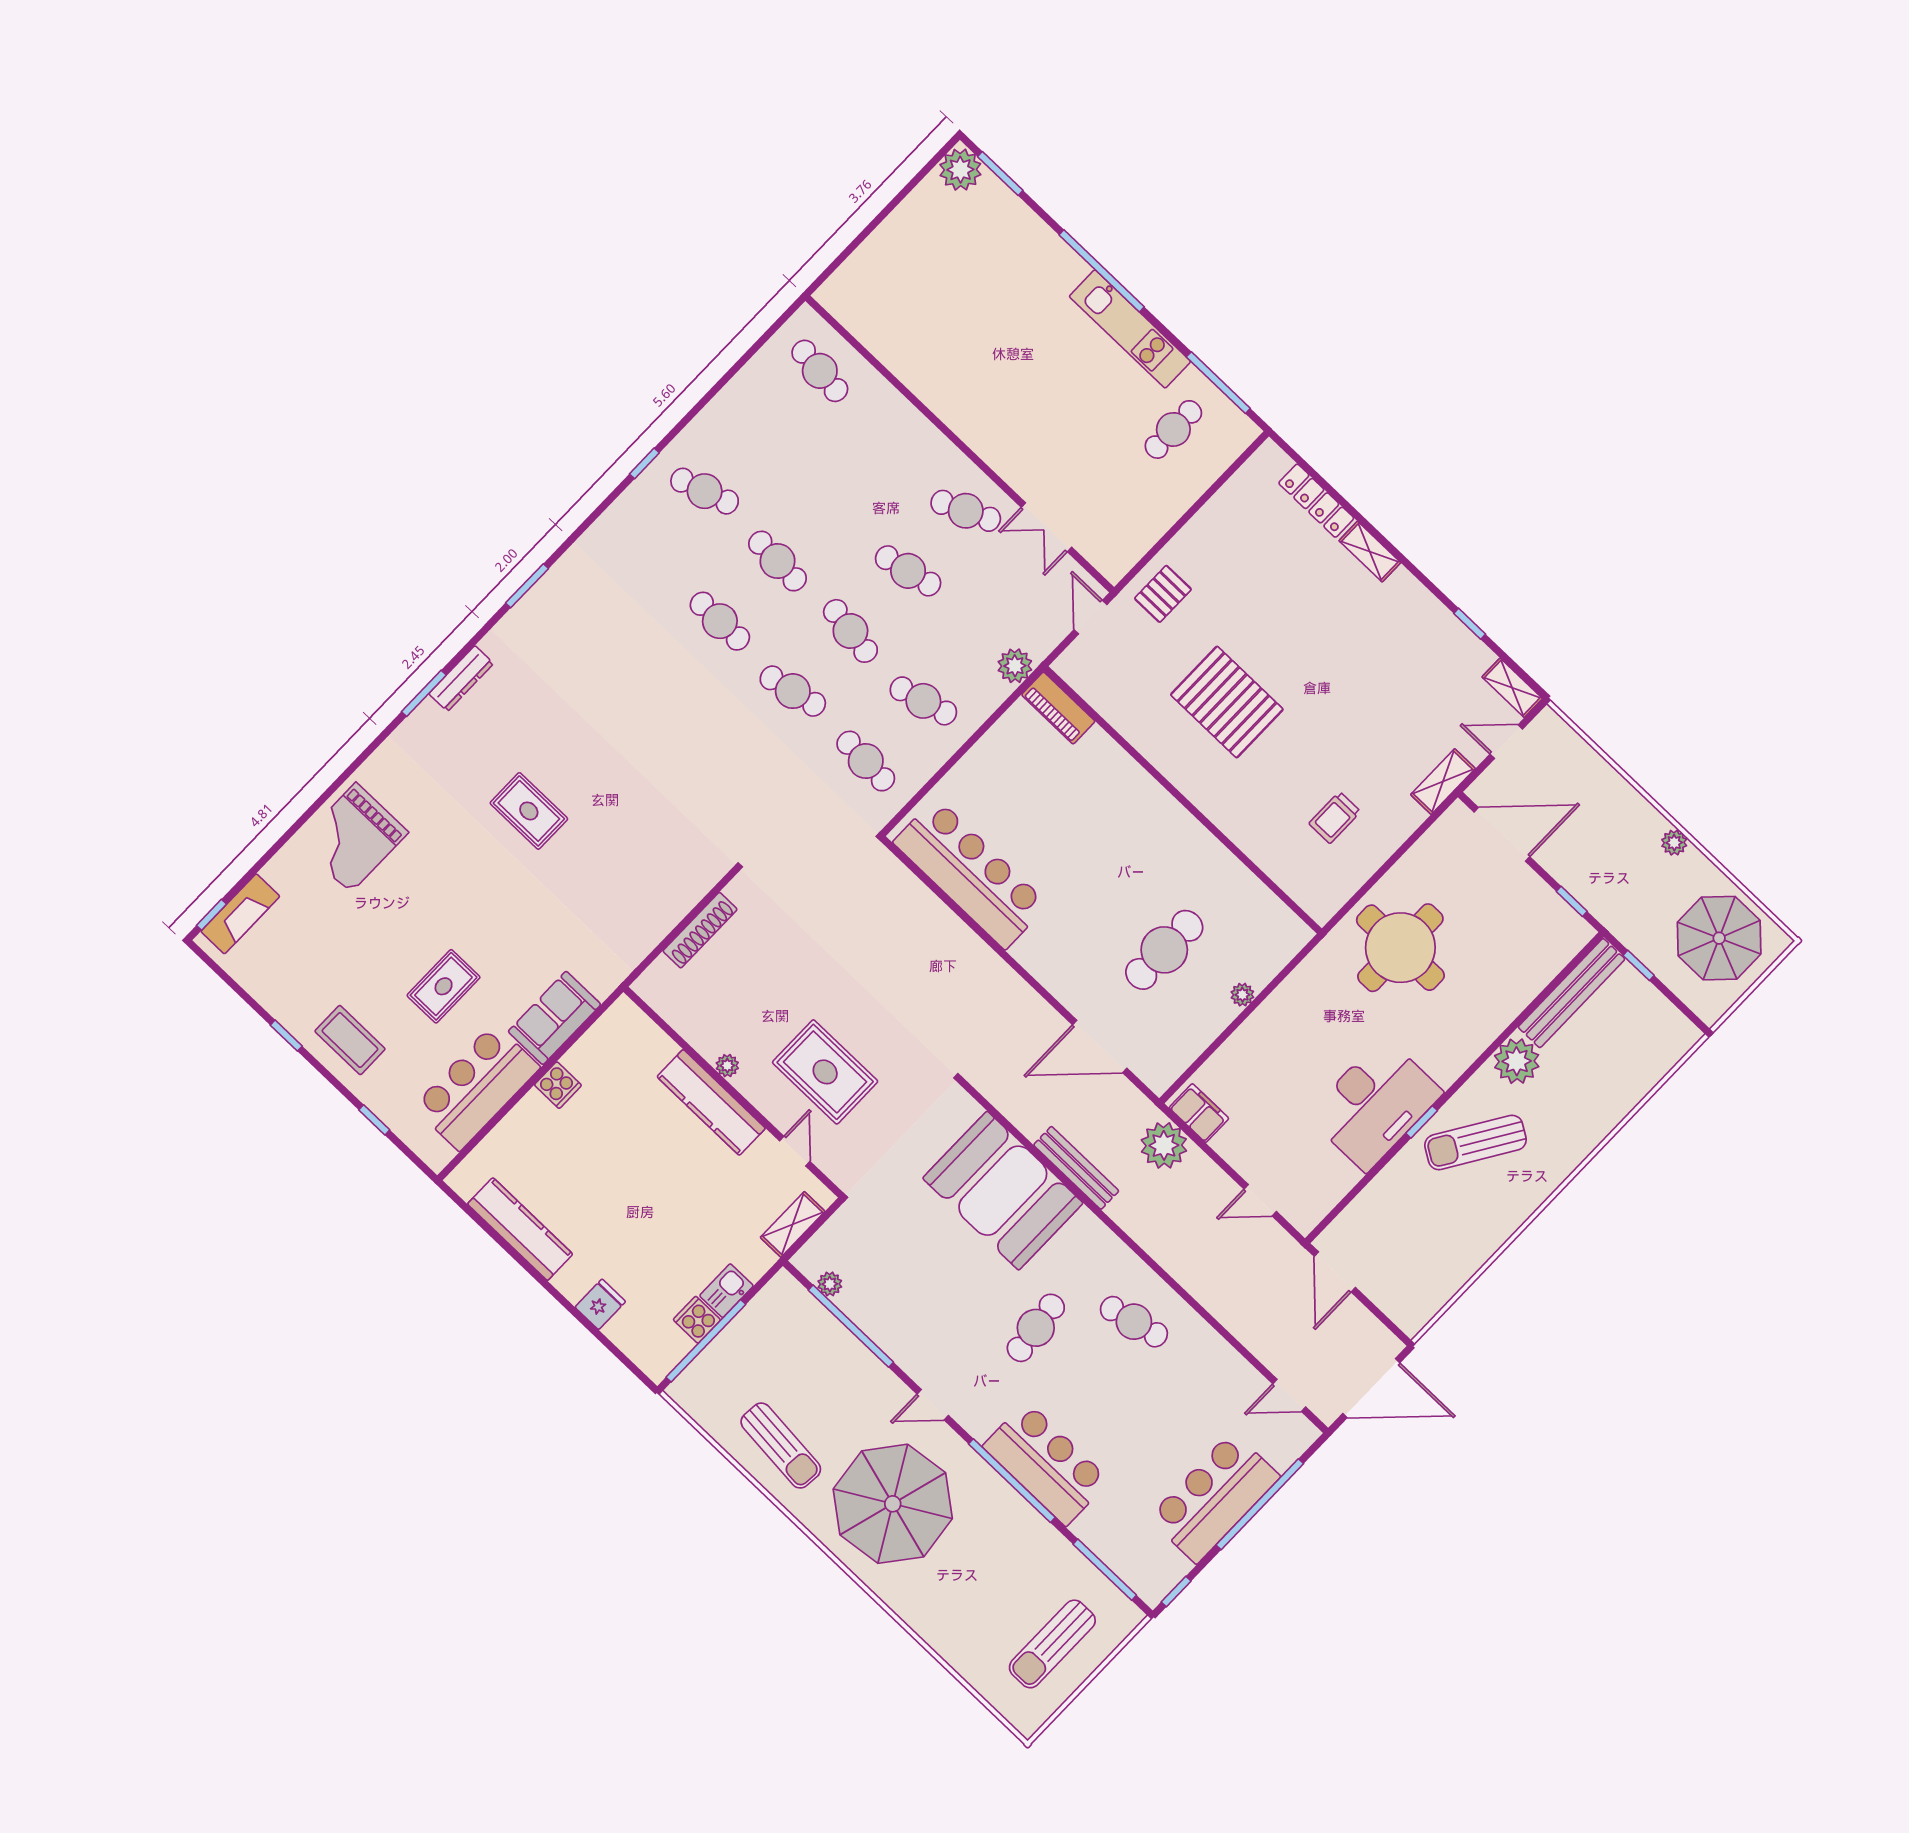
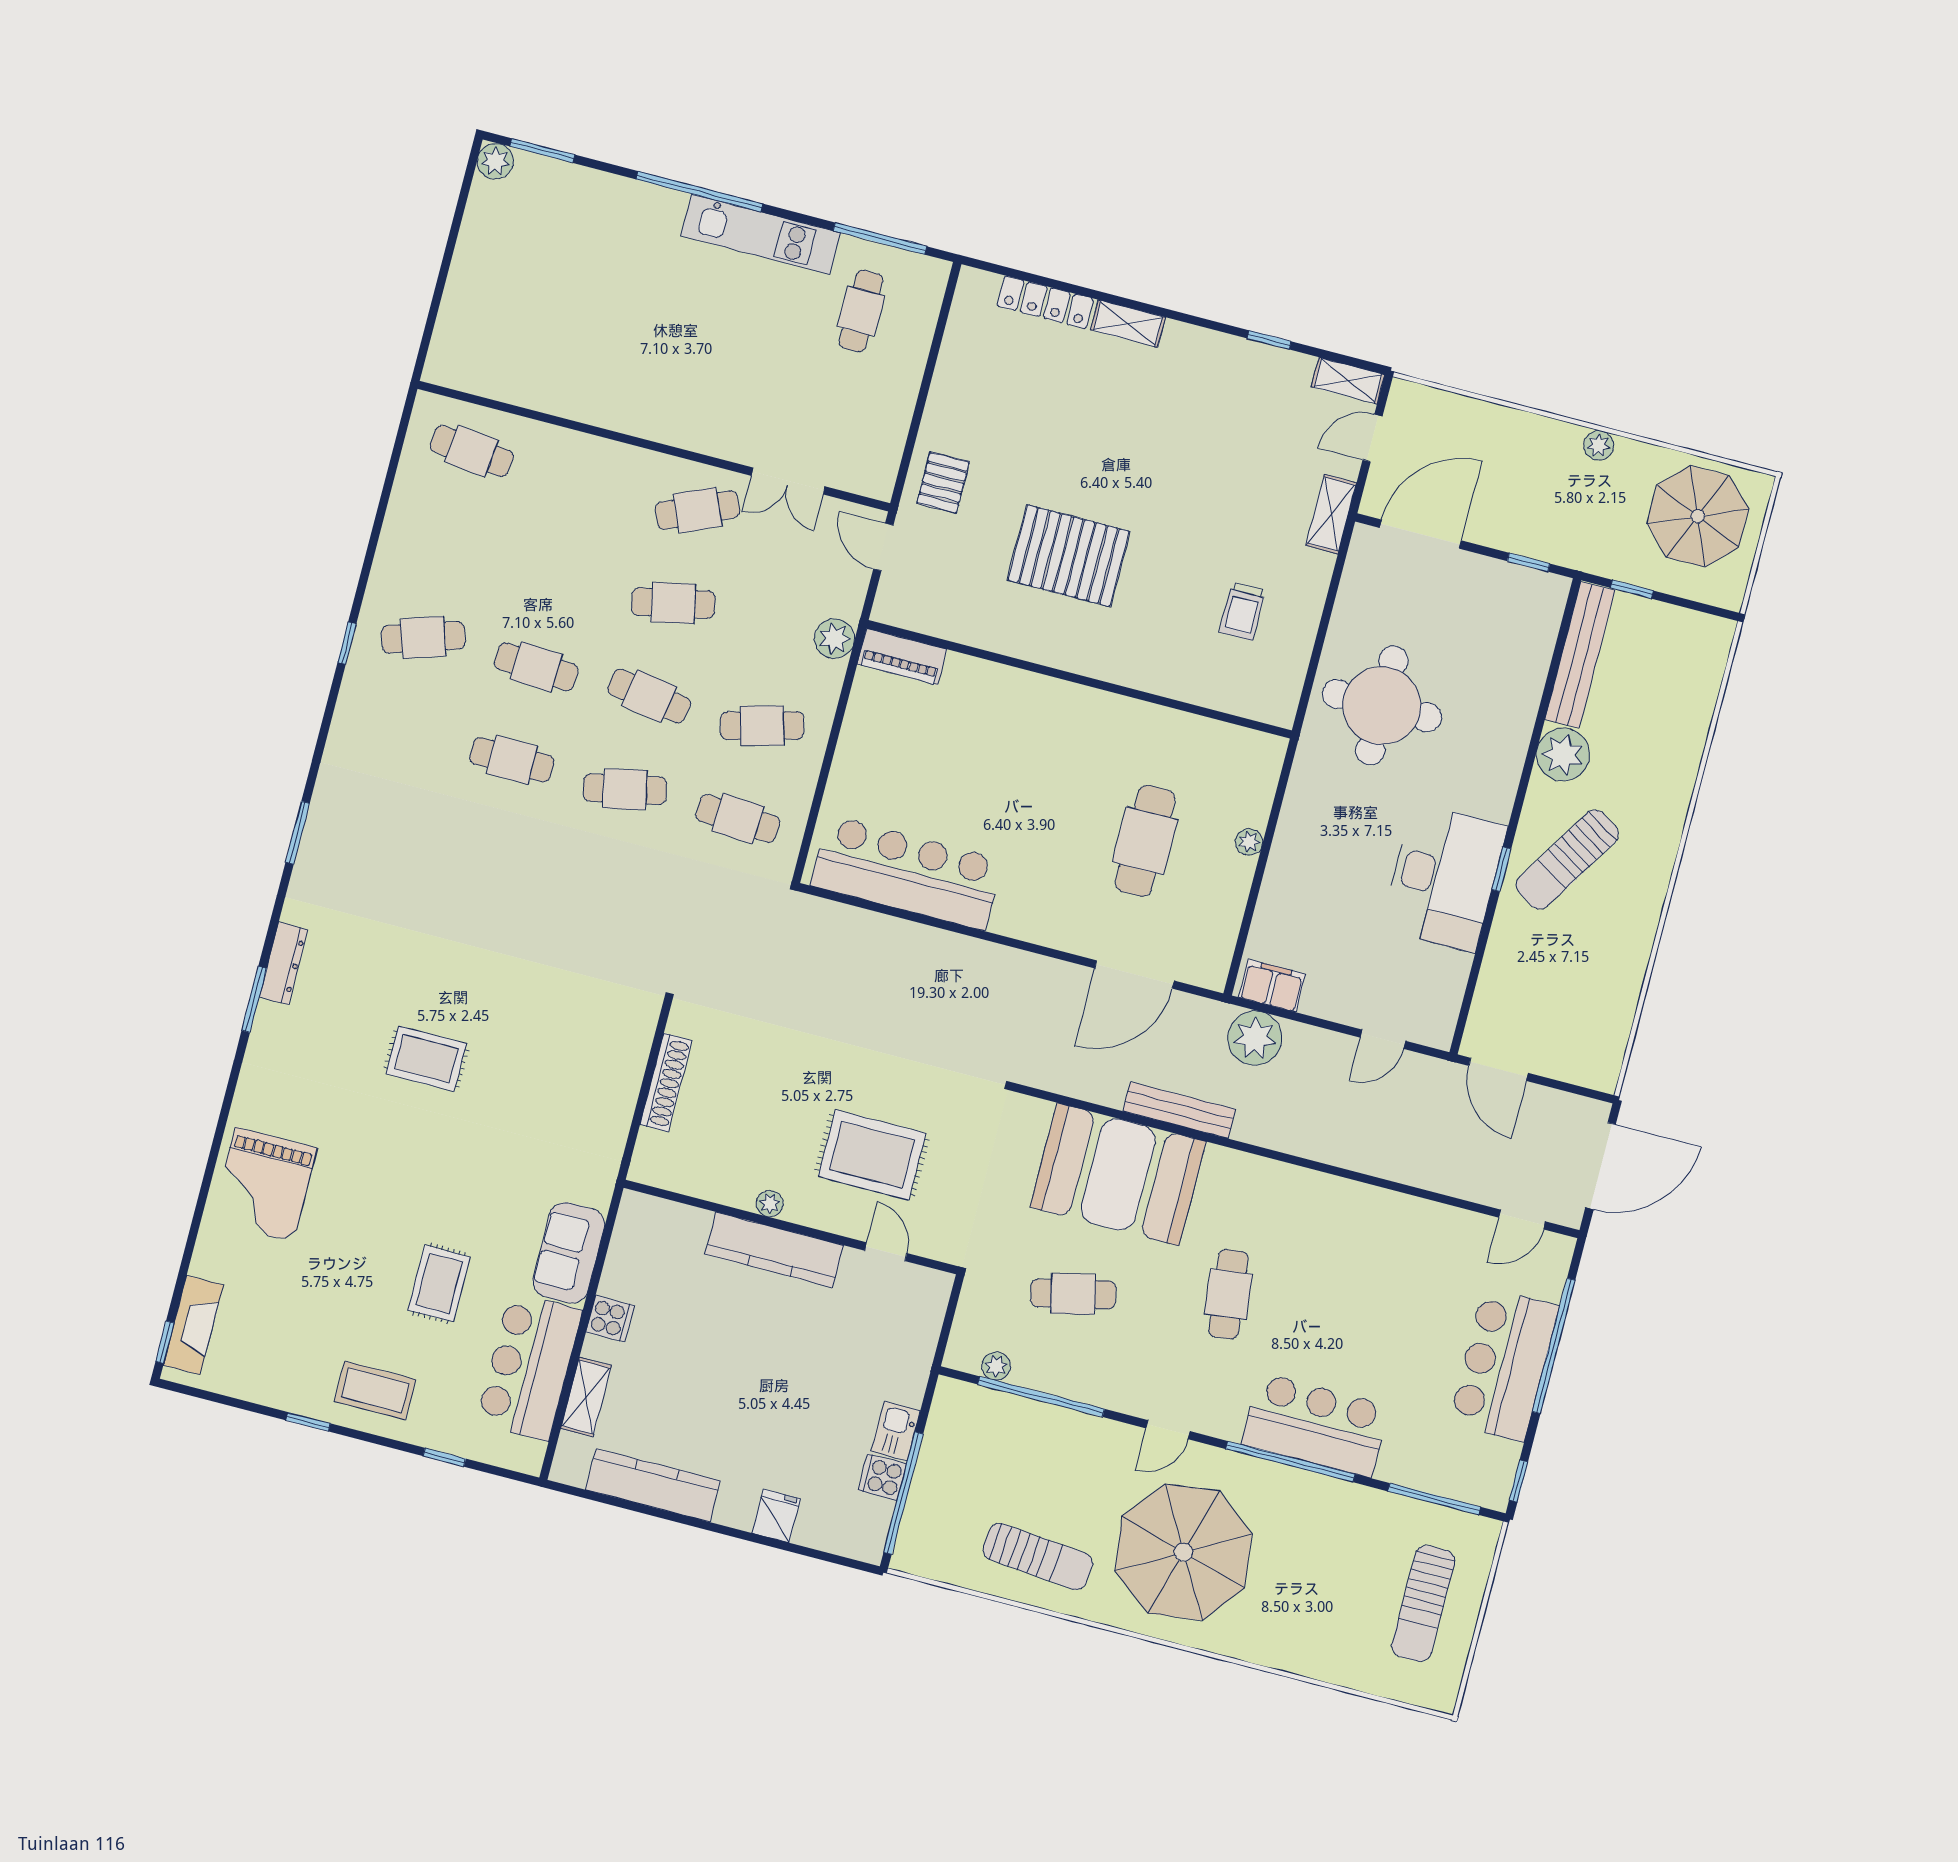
plant: (960, 170) -> (495, 161), width x0.73, depth x0.73
shelving: (793, 1224) -> (586, 1397), moved
cafe table: (1134, 1322) -> (1073, 1294), moved

